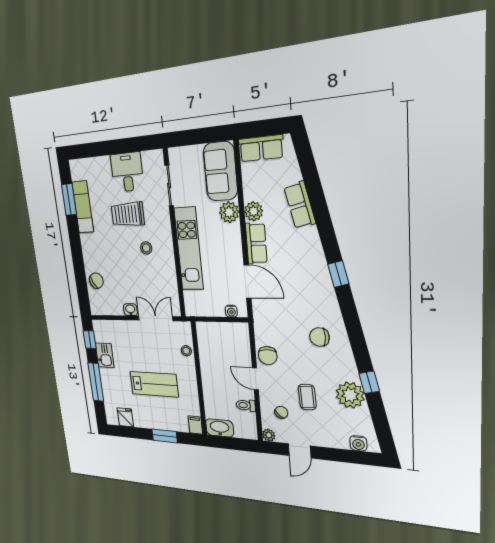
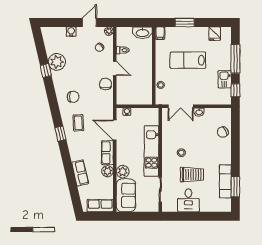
coffee table: (307, 397) -> (78, 123), moved
water cooler: (358, 443) -> (71, 32), moved

